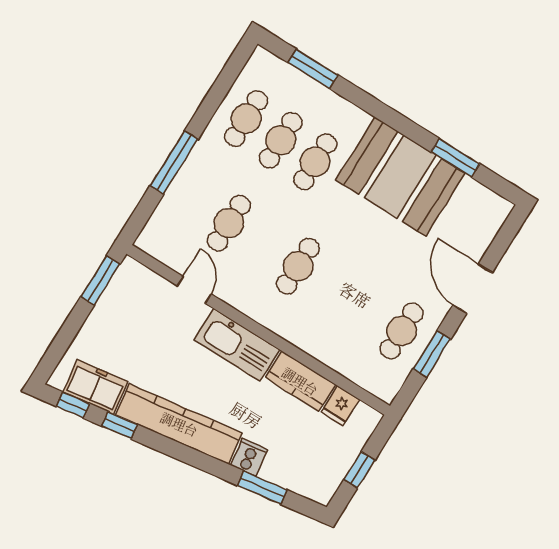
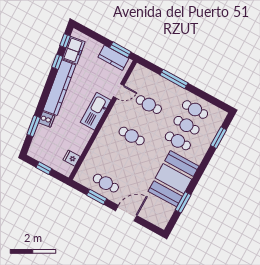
kitchen counter: (300, 381) -> (113, 58), moved, turned -90

